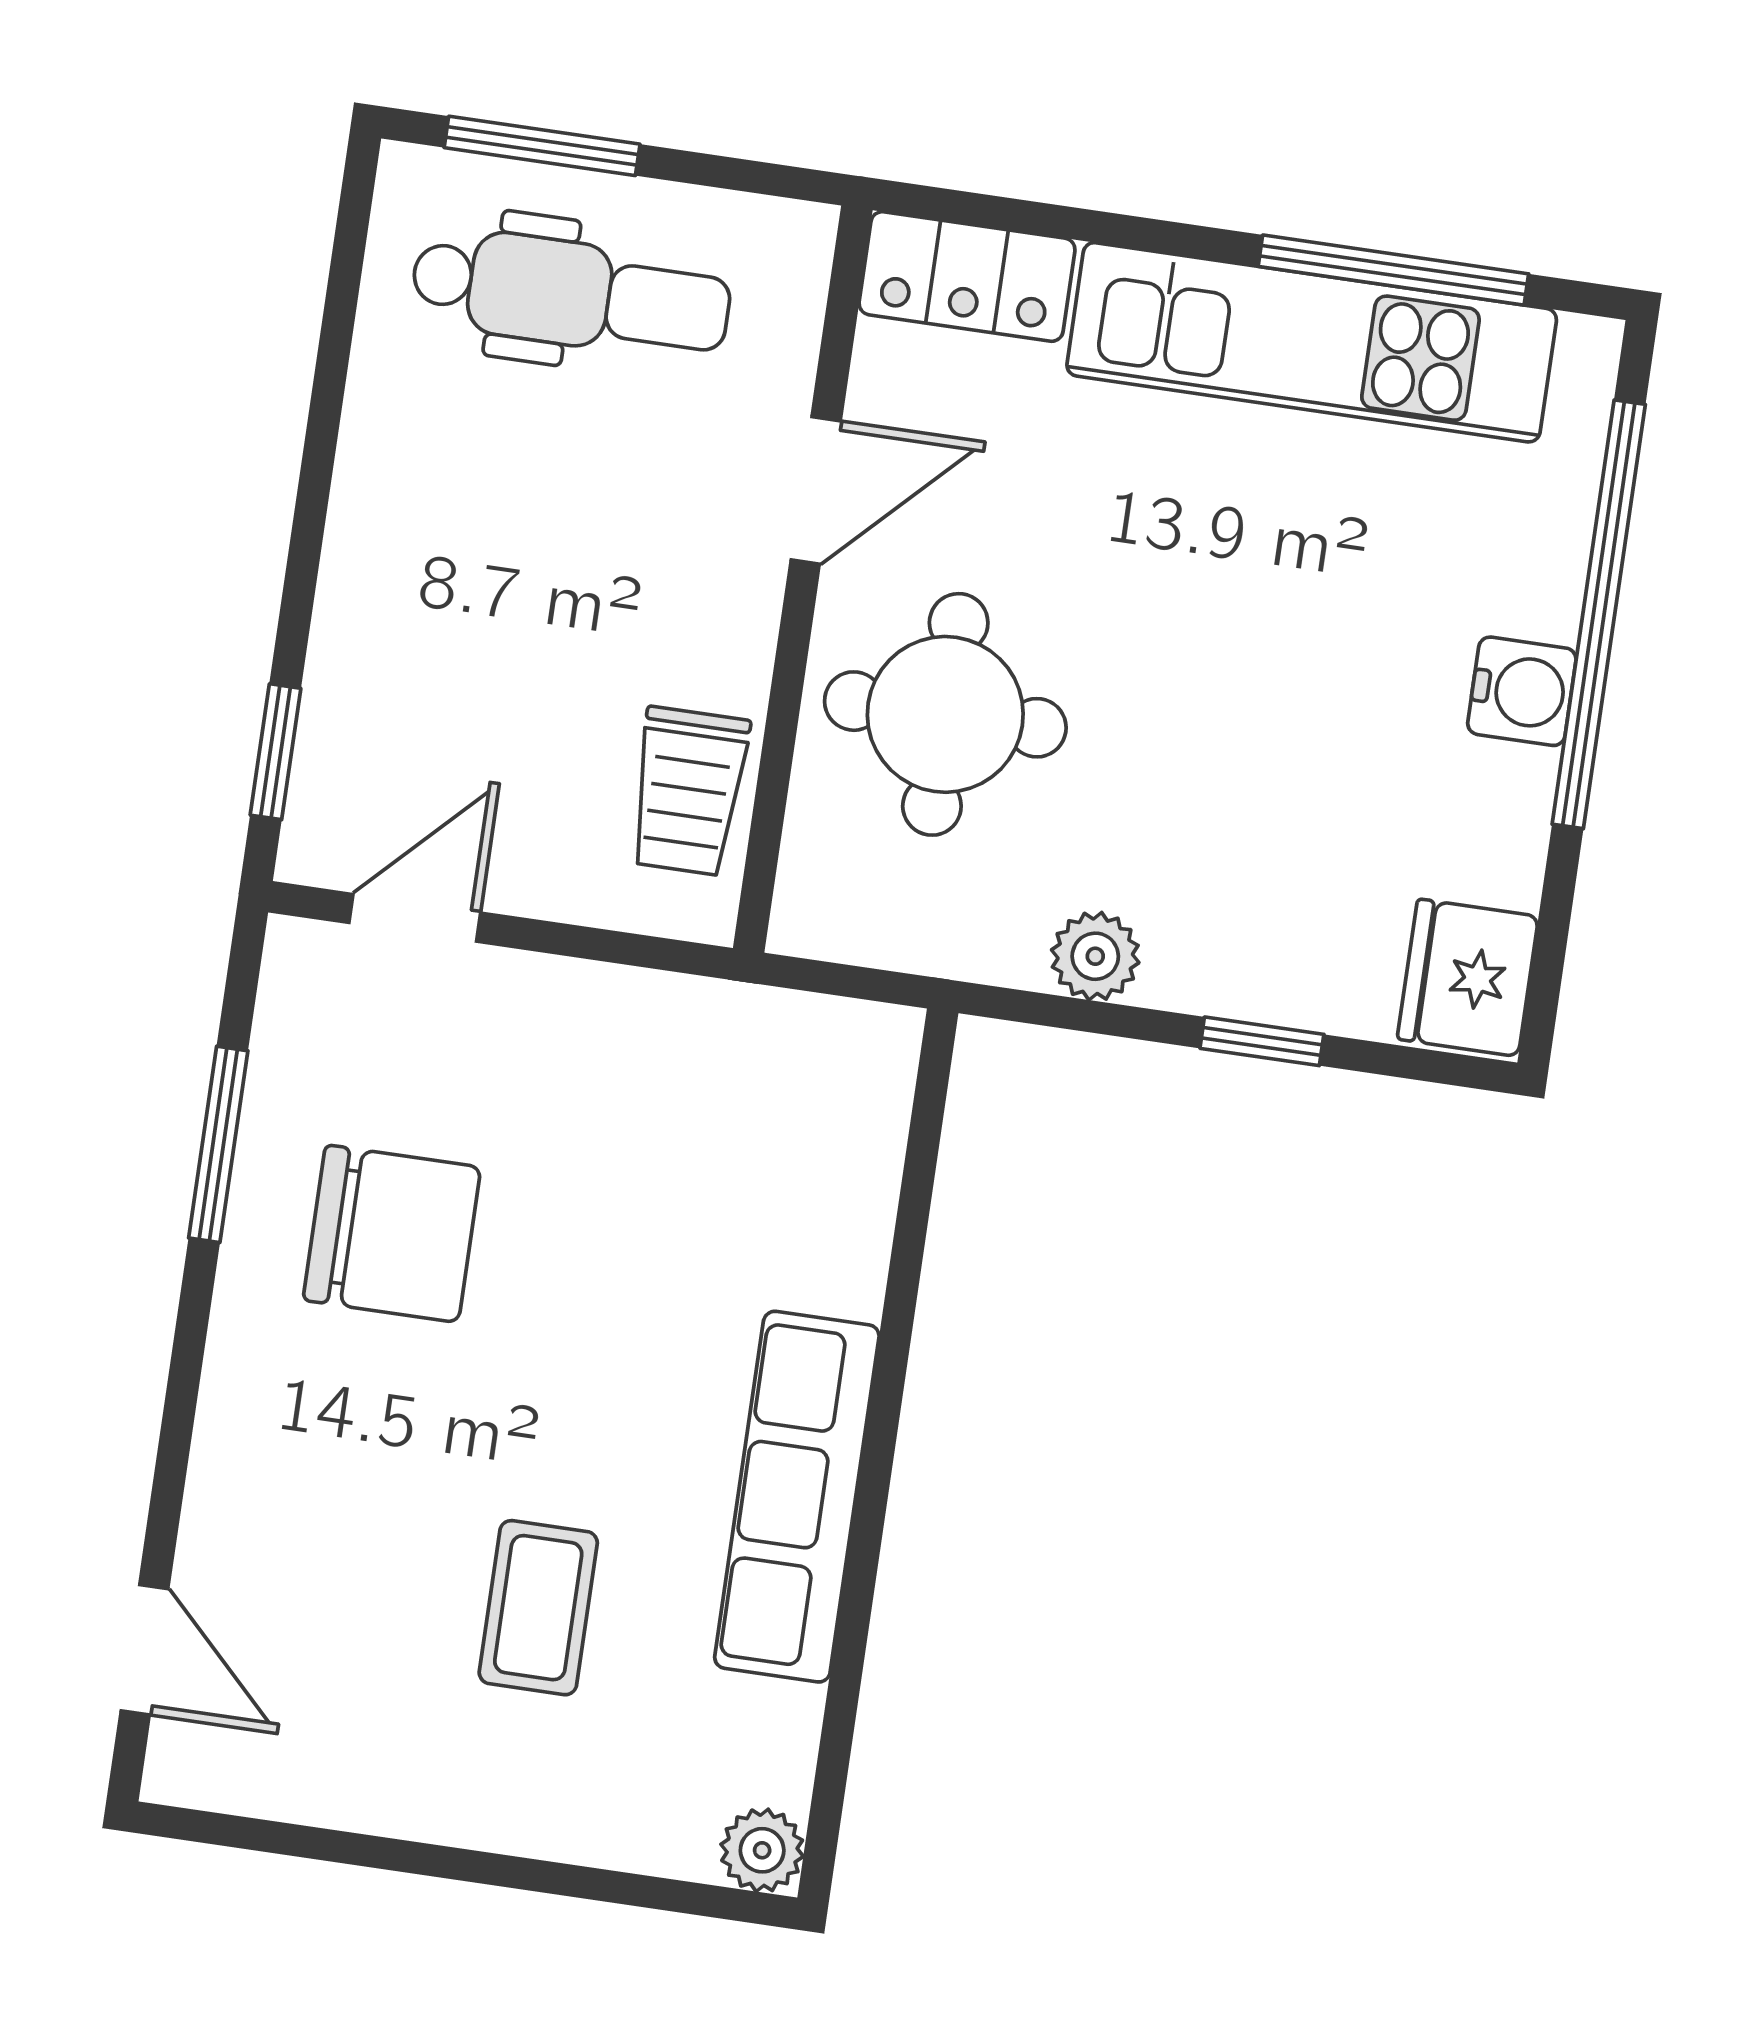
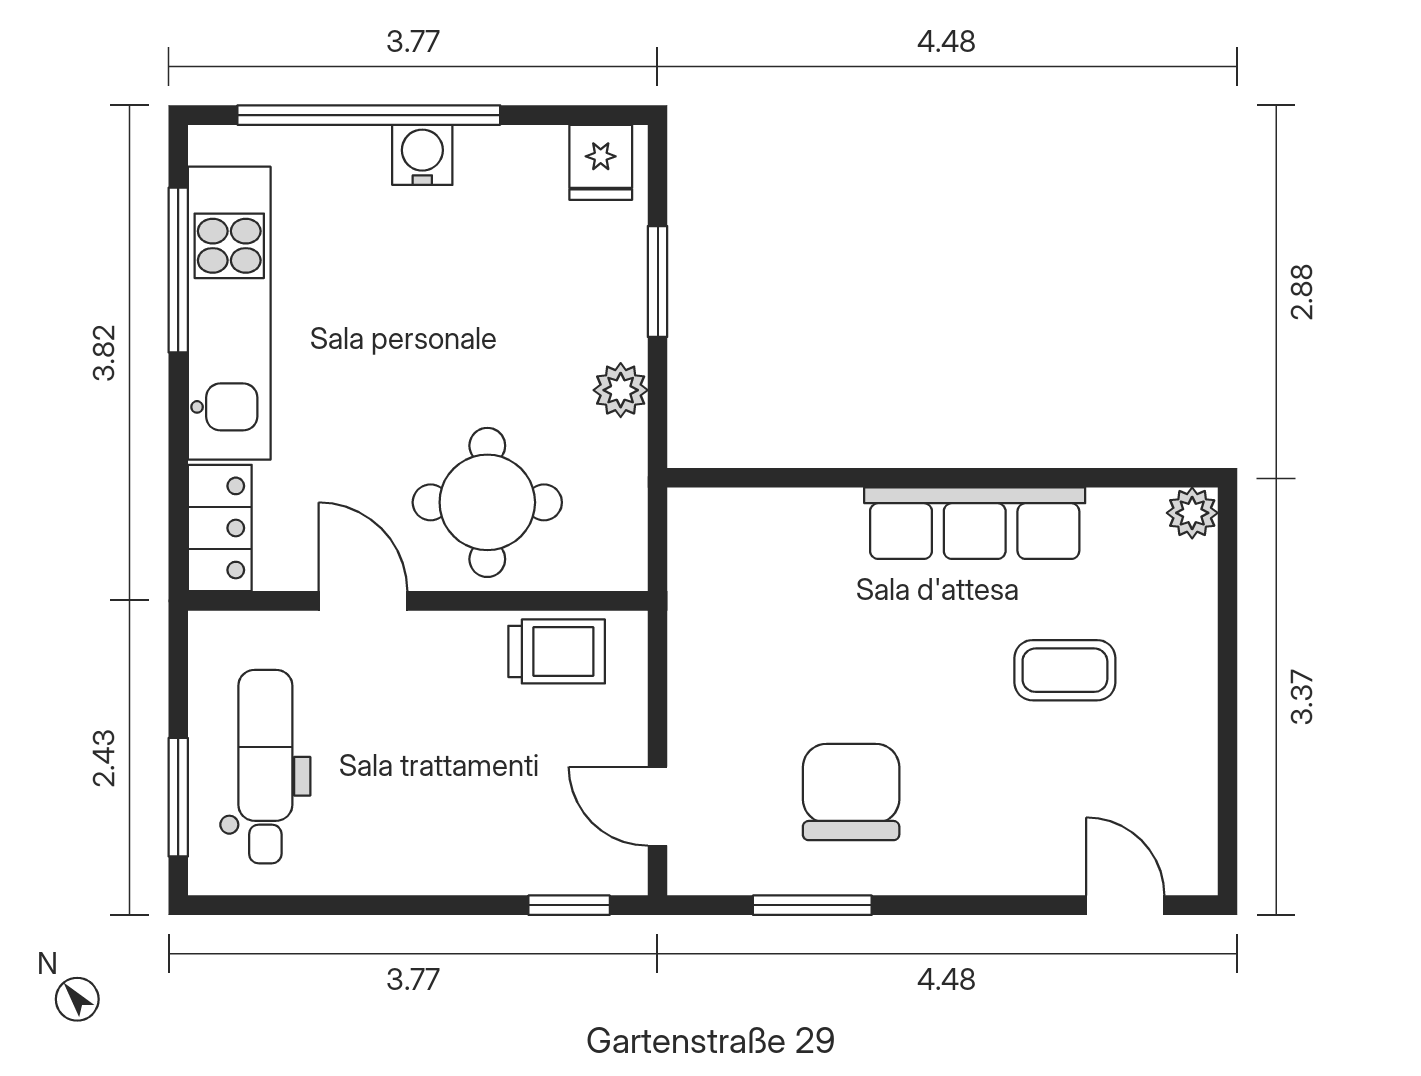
fridge: (1468, 978) -> (601, 162), width x0.72
window: (1262, 1041) -> (658, 282), width x1.50
door: (144, 1650) -> (1125, 905), hinge flipped

